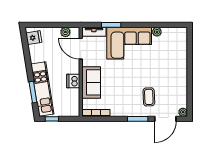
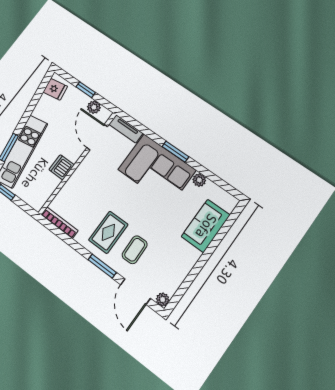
window: (53, 25) -> (86, 90), added
window: (111, 25) -> (175, 152), moved
sofa: (91, 82) -> (206, 226), moved, turned 180
rug: (127, 98) -> (108, 232), added
door: (165, 119) -> (135, 291), hinge flipped

